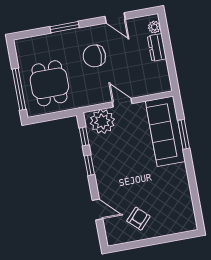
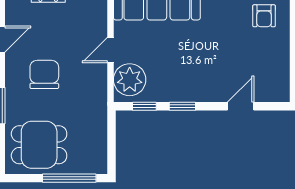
chair: (94, 56) -> (44, 74), turned 180
dining table: (49, 83) -> (39, 145), moved
armchair: (138, 219) -> (264, 16), moved, turned -133

